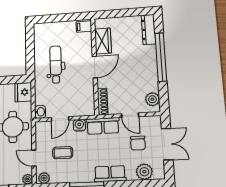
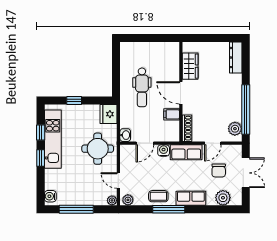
filing cabinet: (84, 27) -> (172, 114), moved
window: (161, 57) -> (246, 110), moved
dental chair: (56, 64) -> (142, 87), turned 180
door: (95, 67) -> (181, 93), swing flipped
door: (130, 115) -> (213, 143), hinge flipped
coffee table: (63, 153) -> (158, 196), moved

